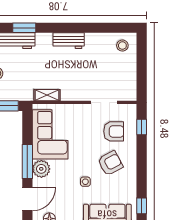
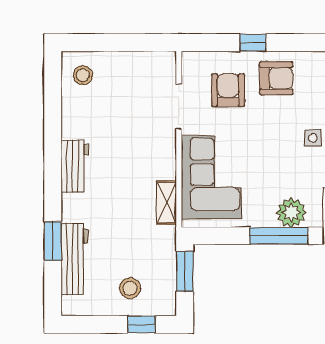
window: (142, 127) -> (253, 43), moved
corner sofa: (50, 134) -> (211, 177), moved, turned 90
armchair: (110, 163) -> (276, 78), moved, turned 118

